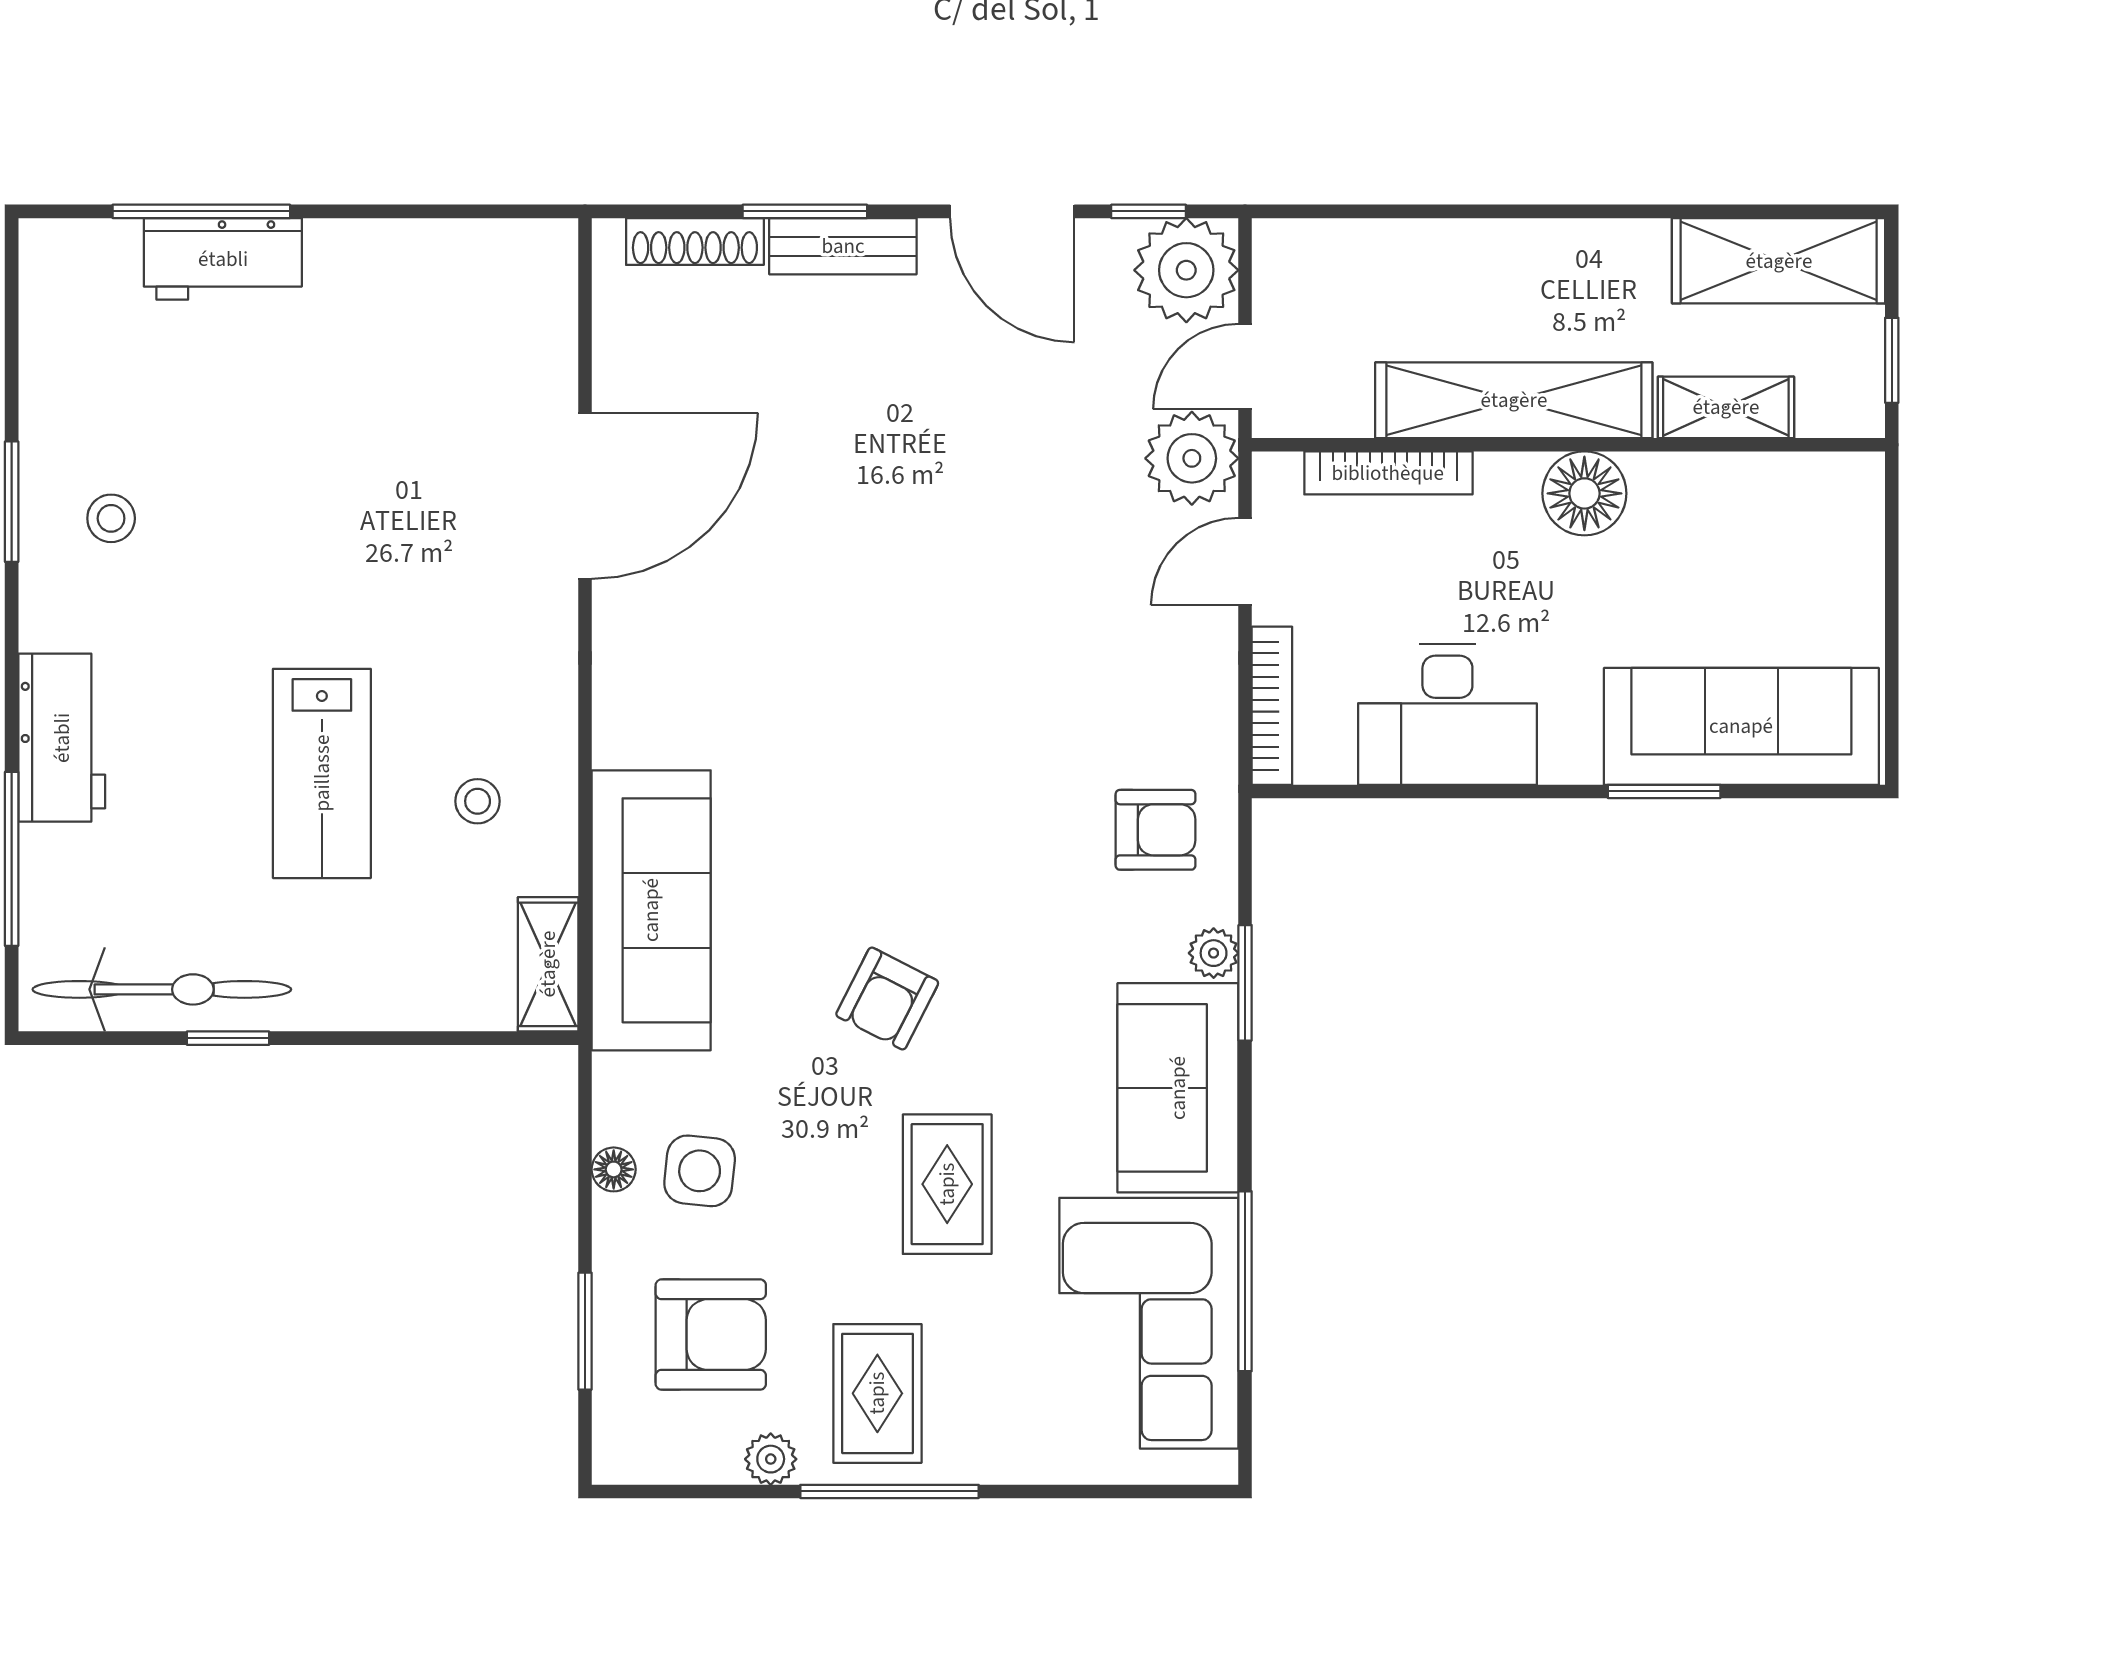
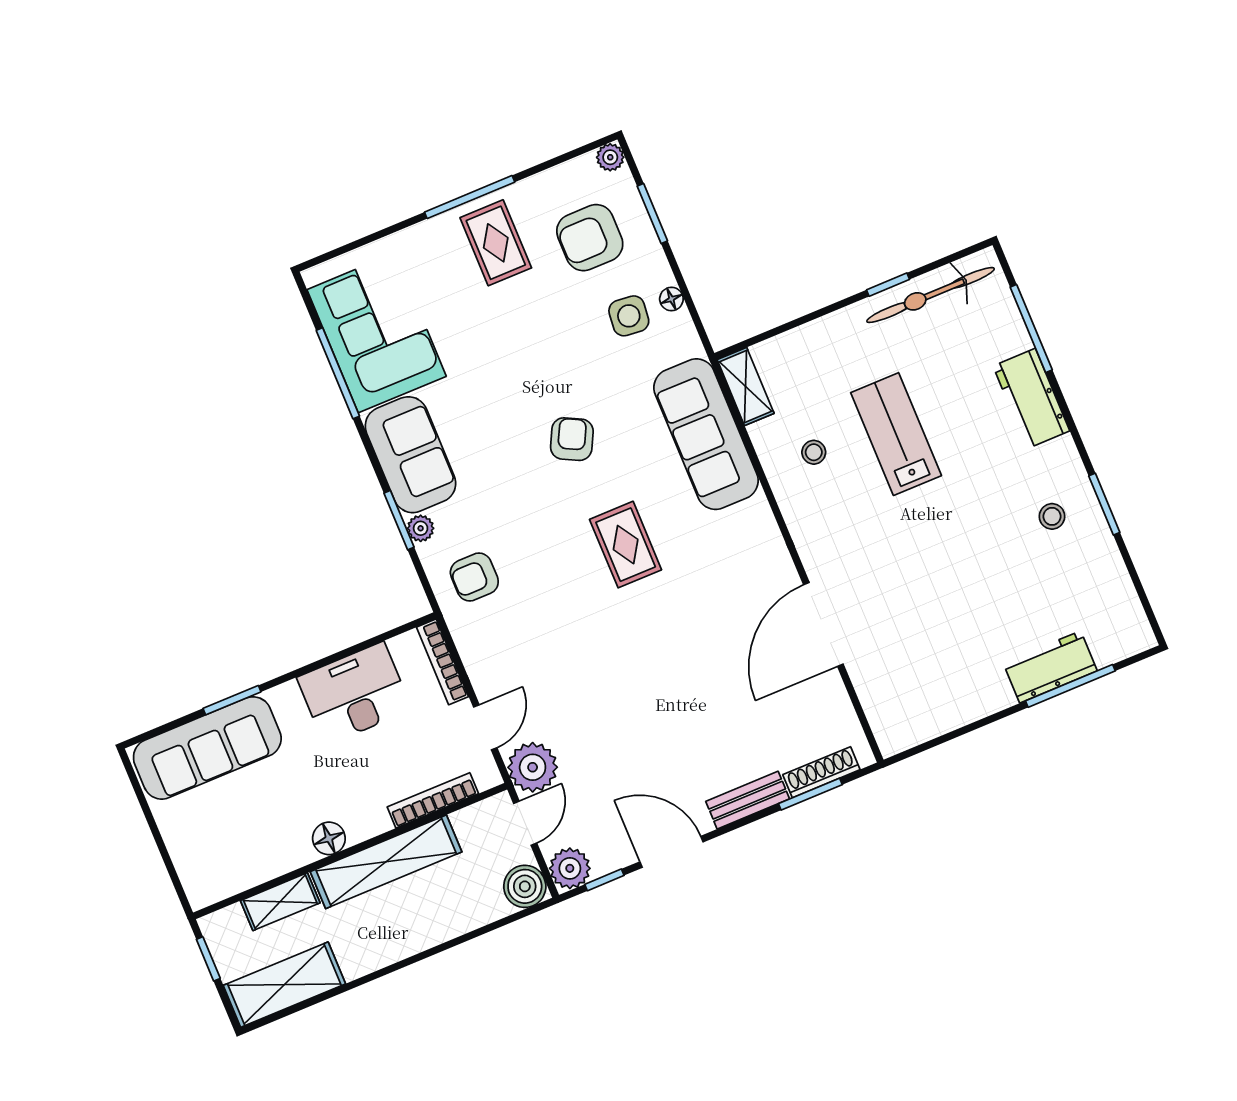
window: (805, 211) -> (810, 794), moved
boiler: (1291, 258) -> (525, 886), added
plant: (1186, 270) -> (570, 868), width x0.73, depth x0.73
floor lamp: (1584, 493) -> (329, 838), width x0.73, depth x0.73
rug: (947, 1184) -> (626, 545), moved
plant: (771, 1459) -> (610, 157), moved

